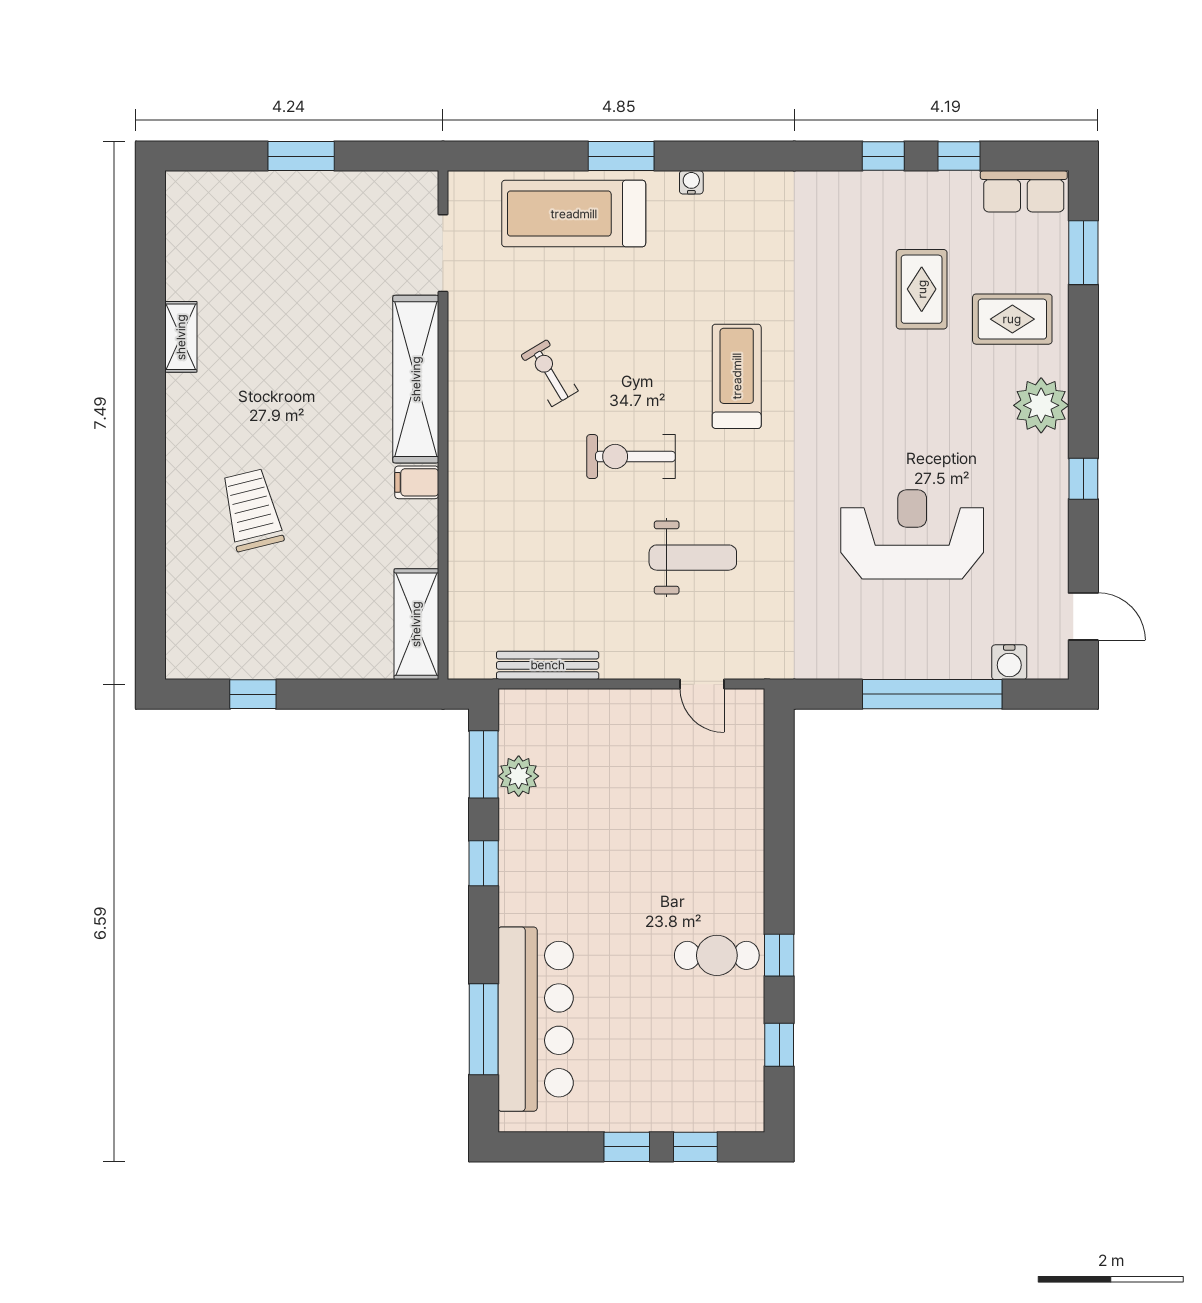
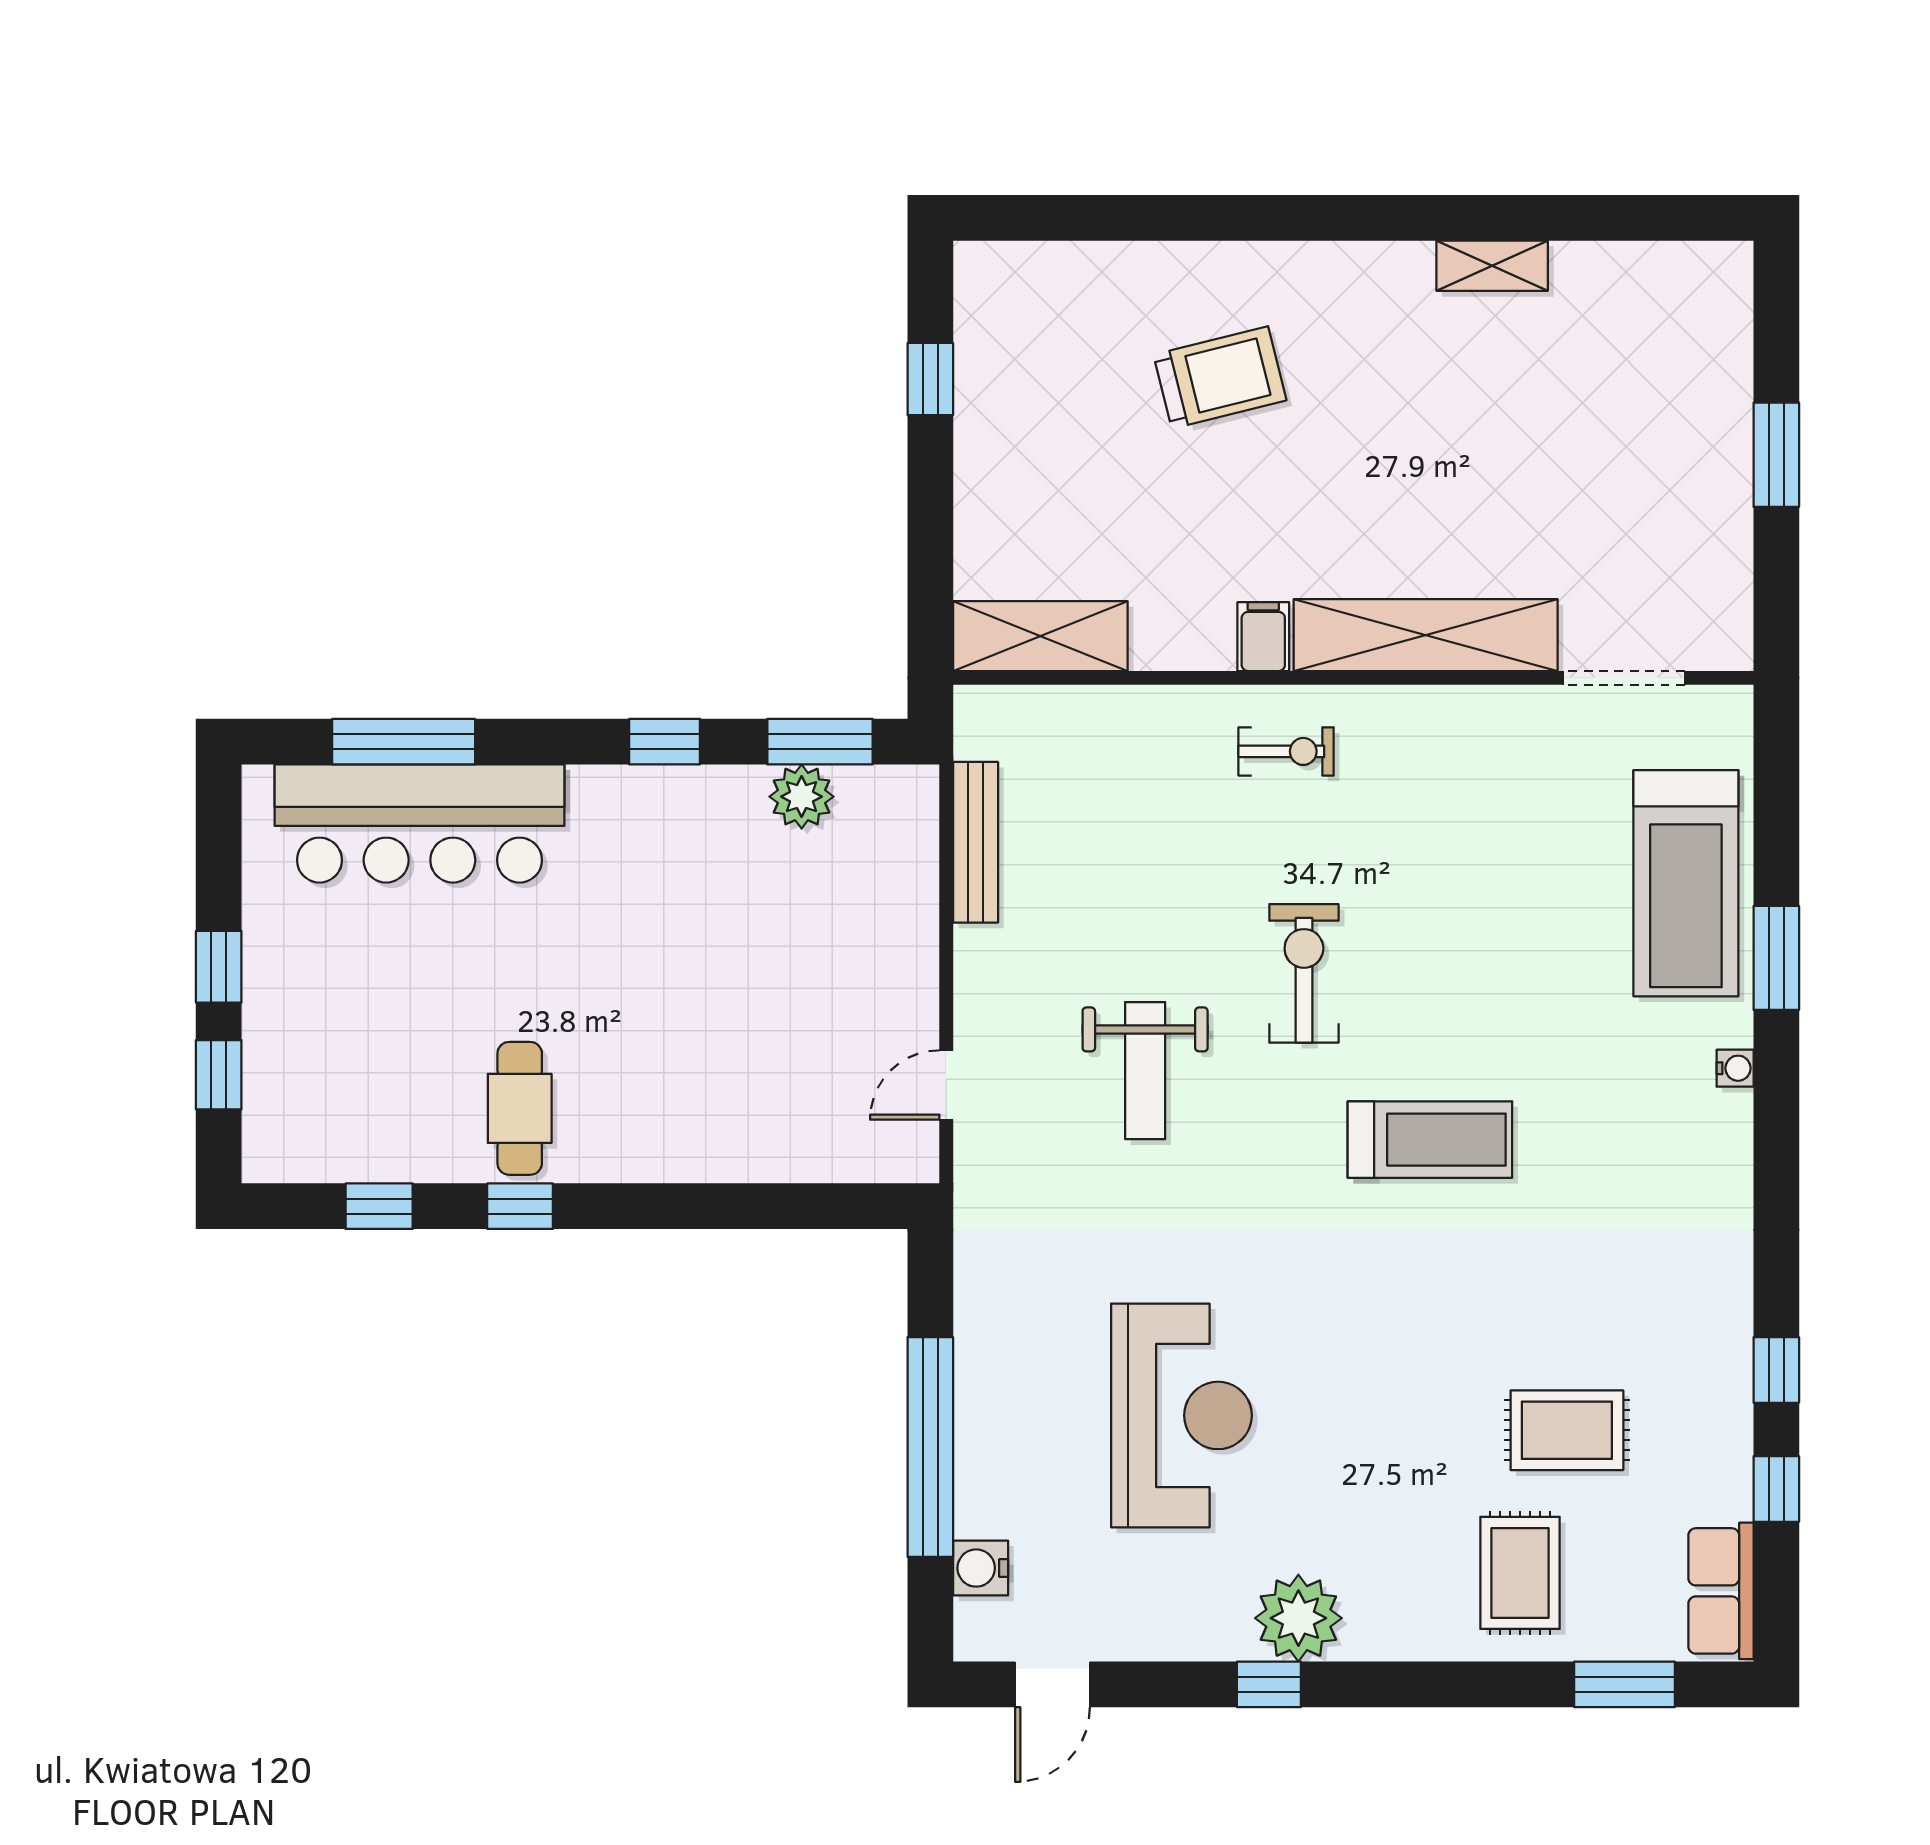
treadmill: (574, 214) -> (1686, 883), turned 180
exercise bike: (550, 373) -> (1286, 751), moved, turned 31
plant: (1041, 405) -> (1298, 1618), moved

